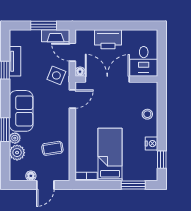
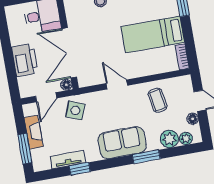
window: (44, 26) -> (25, 149), moved
fireplace: (56, 36) -> (34, 132), moved
door: (72, 99) -> (117, 84), moved
plant: (15, 138) -> (186, 138), moved

